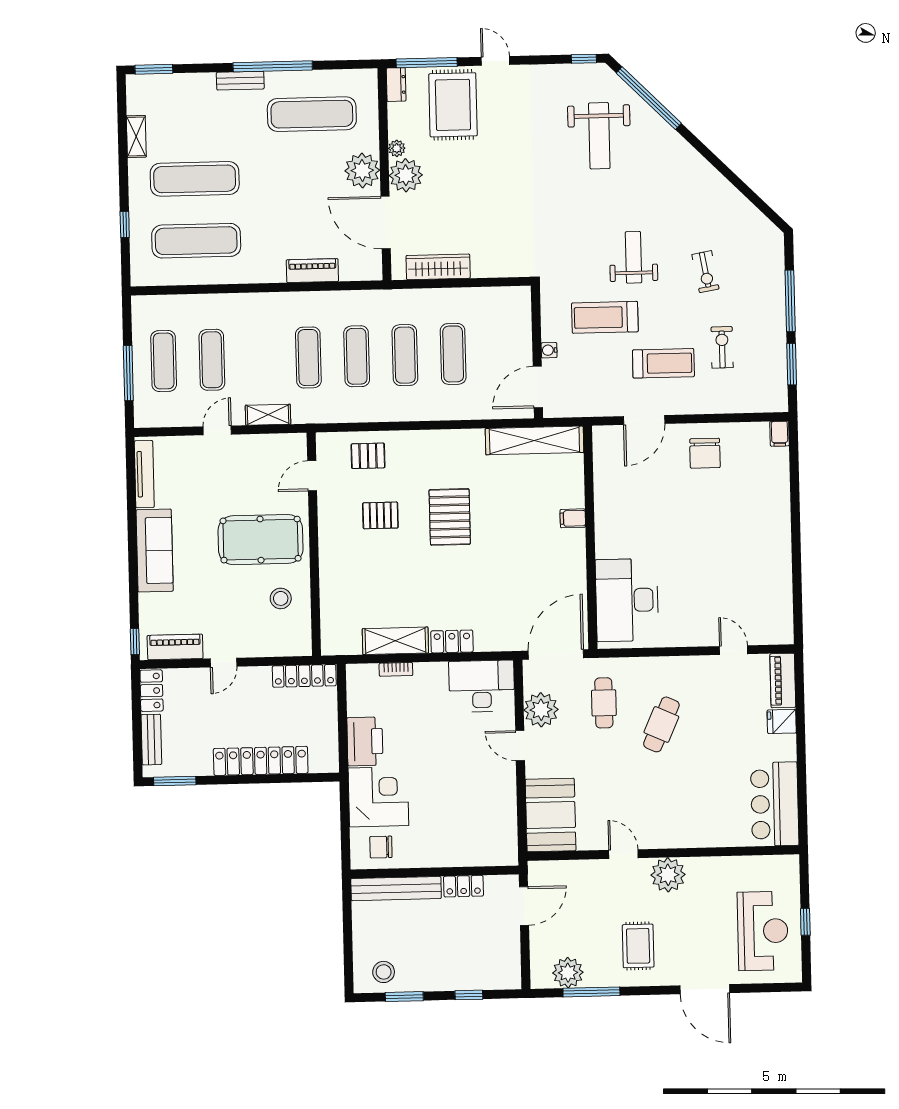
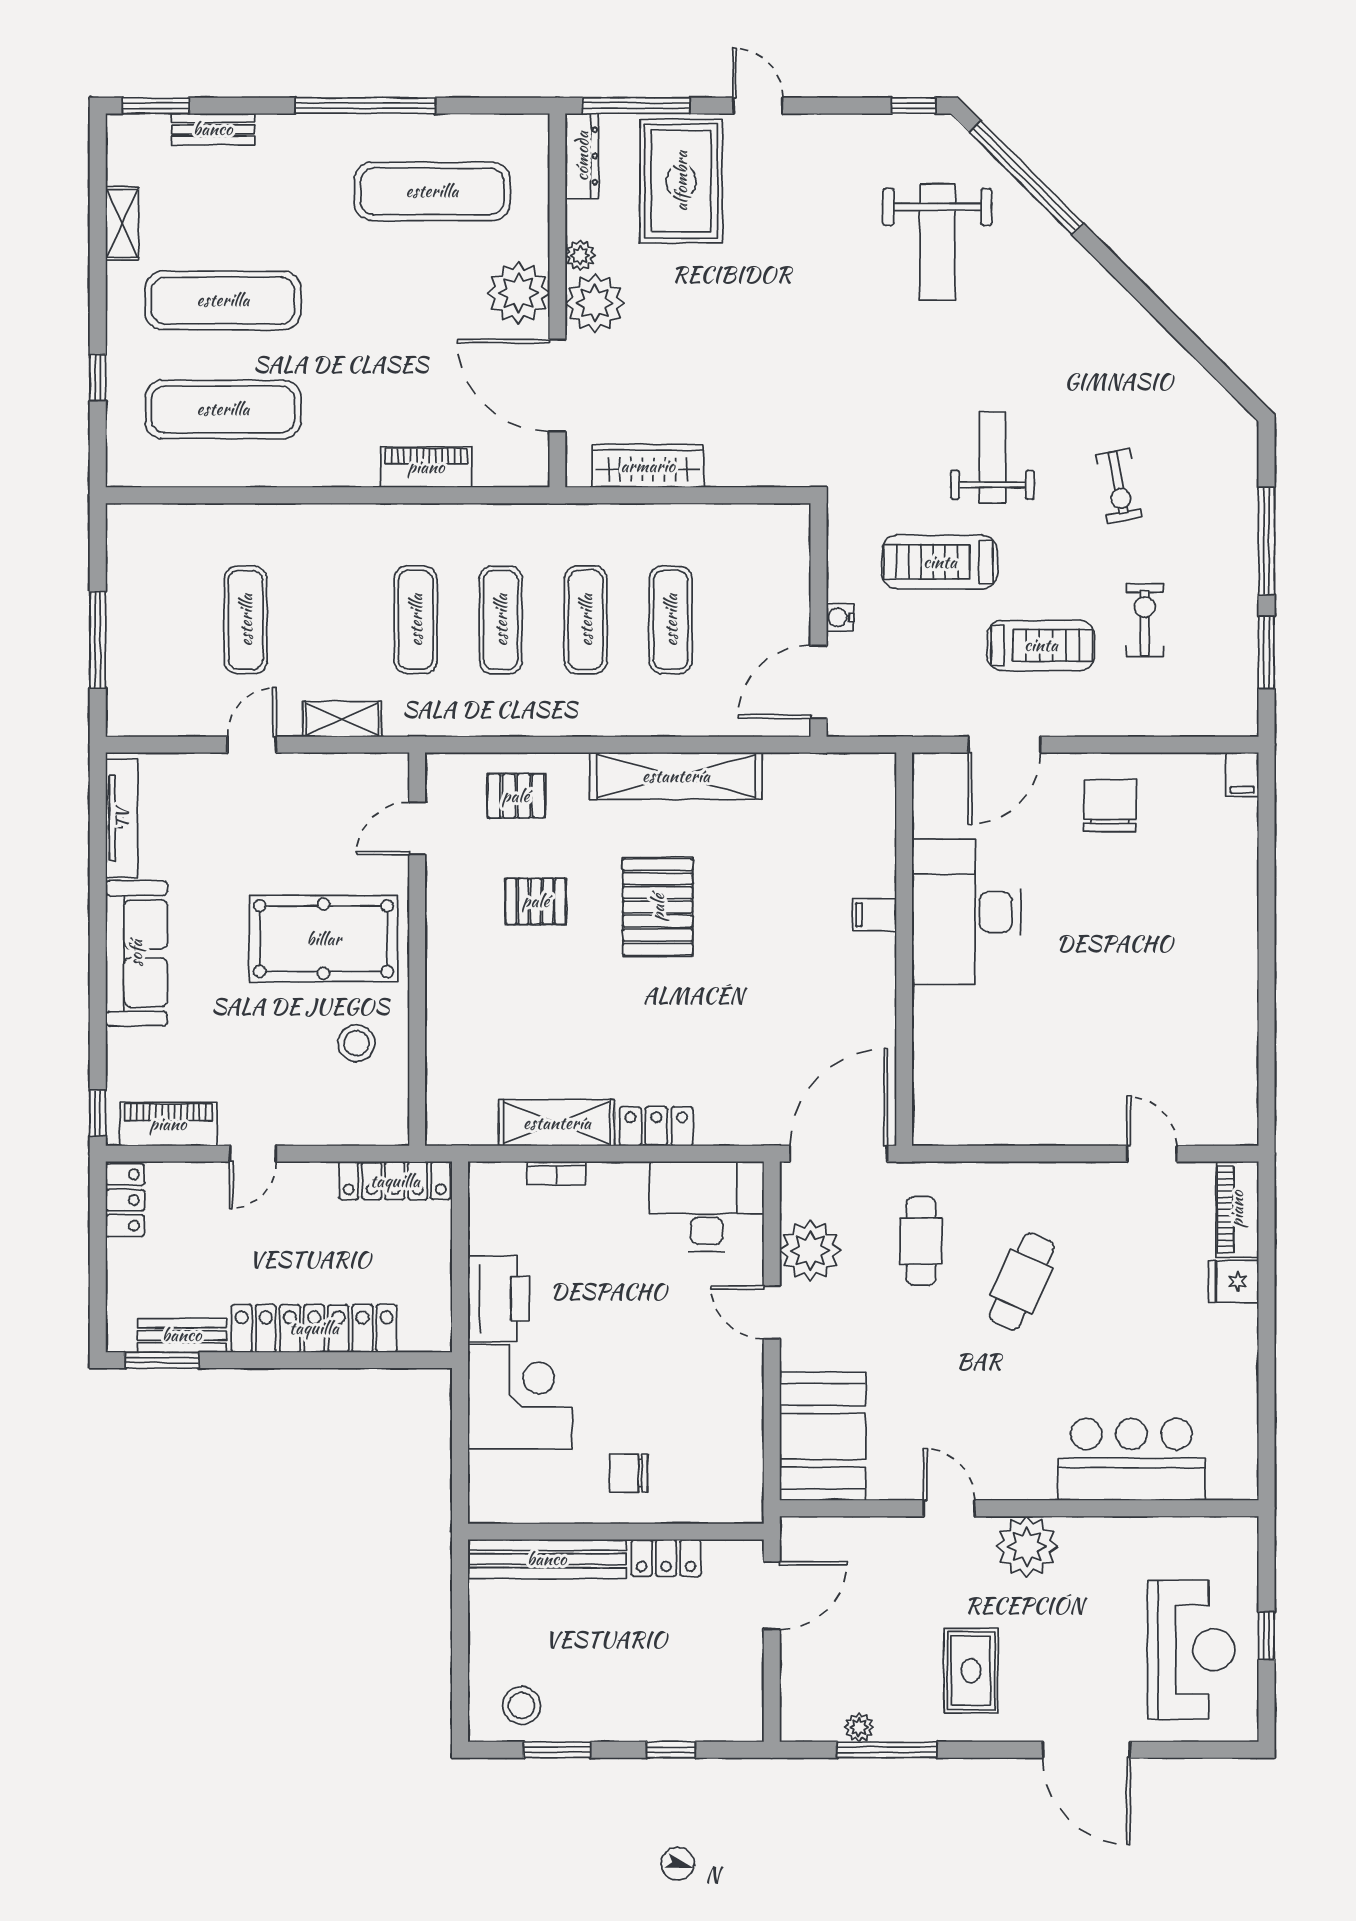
bench: (240, 81) -> (213, 129), moved
dresser: (396, 85) -> (582, 156), width x1.44
exercise mat: (164, 361) -> (161, 620), removed
shelving: (534, 440) -> (676, 776), moved
chair: (705, 453) -> (1110, 806), turned 180
desk: (627, 600) -> (966, 912), moved
bench: (151, 740) -> (182, 1335), moved, turned 90
bar counter: (775, 804) -> (1131, 1459), moved, turned 90
chair: (381, 847) -> (629, 1473), moved
plant: (568, 973) -> (859, 1727), width x0.53, depth x0.53

